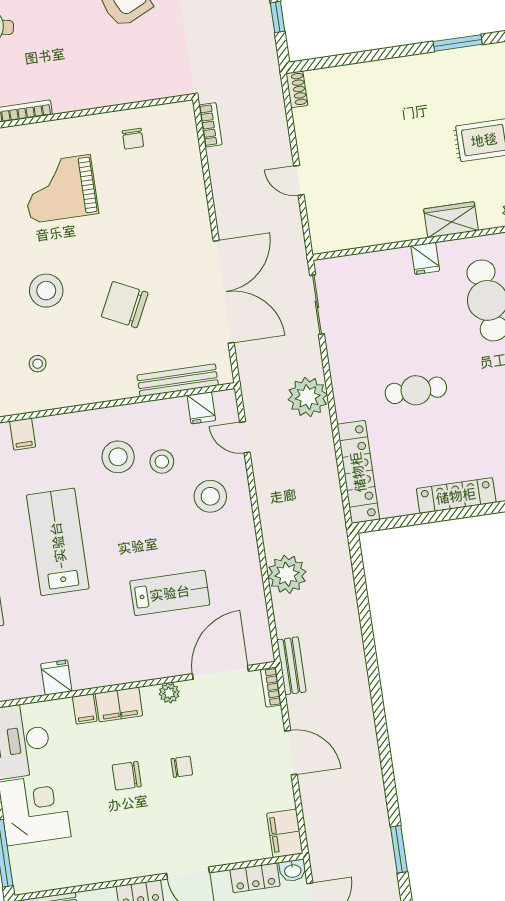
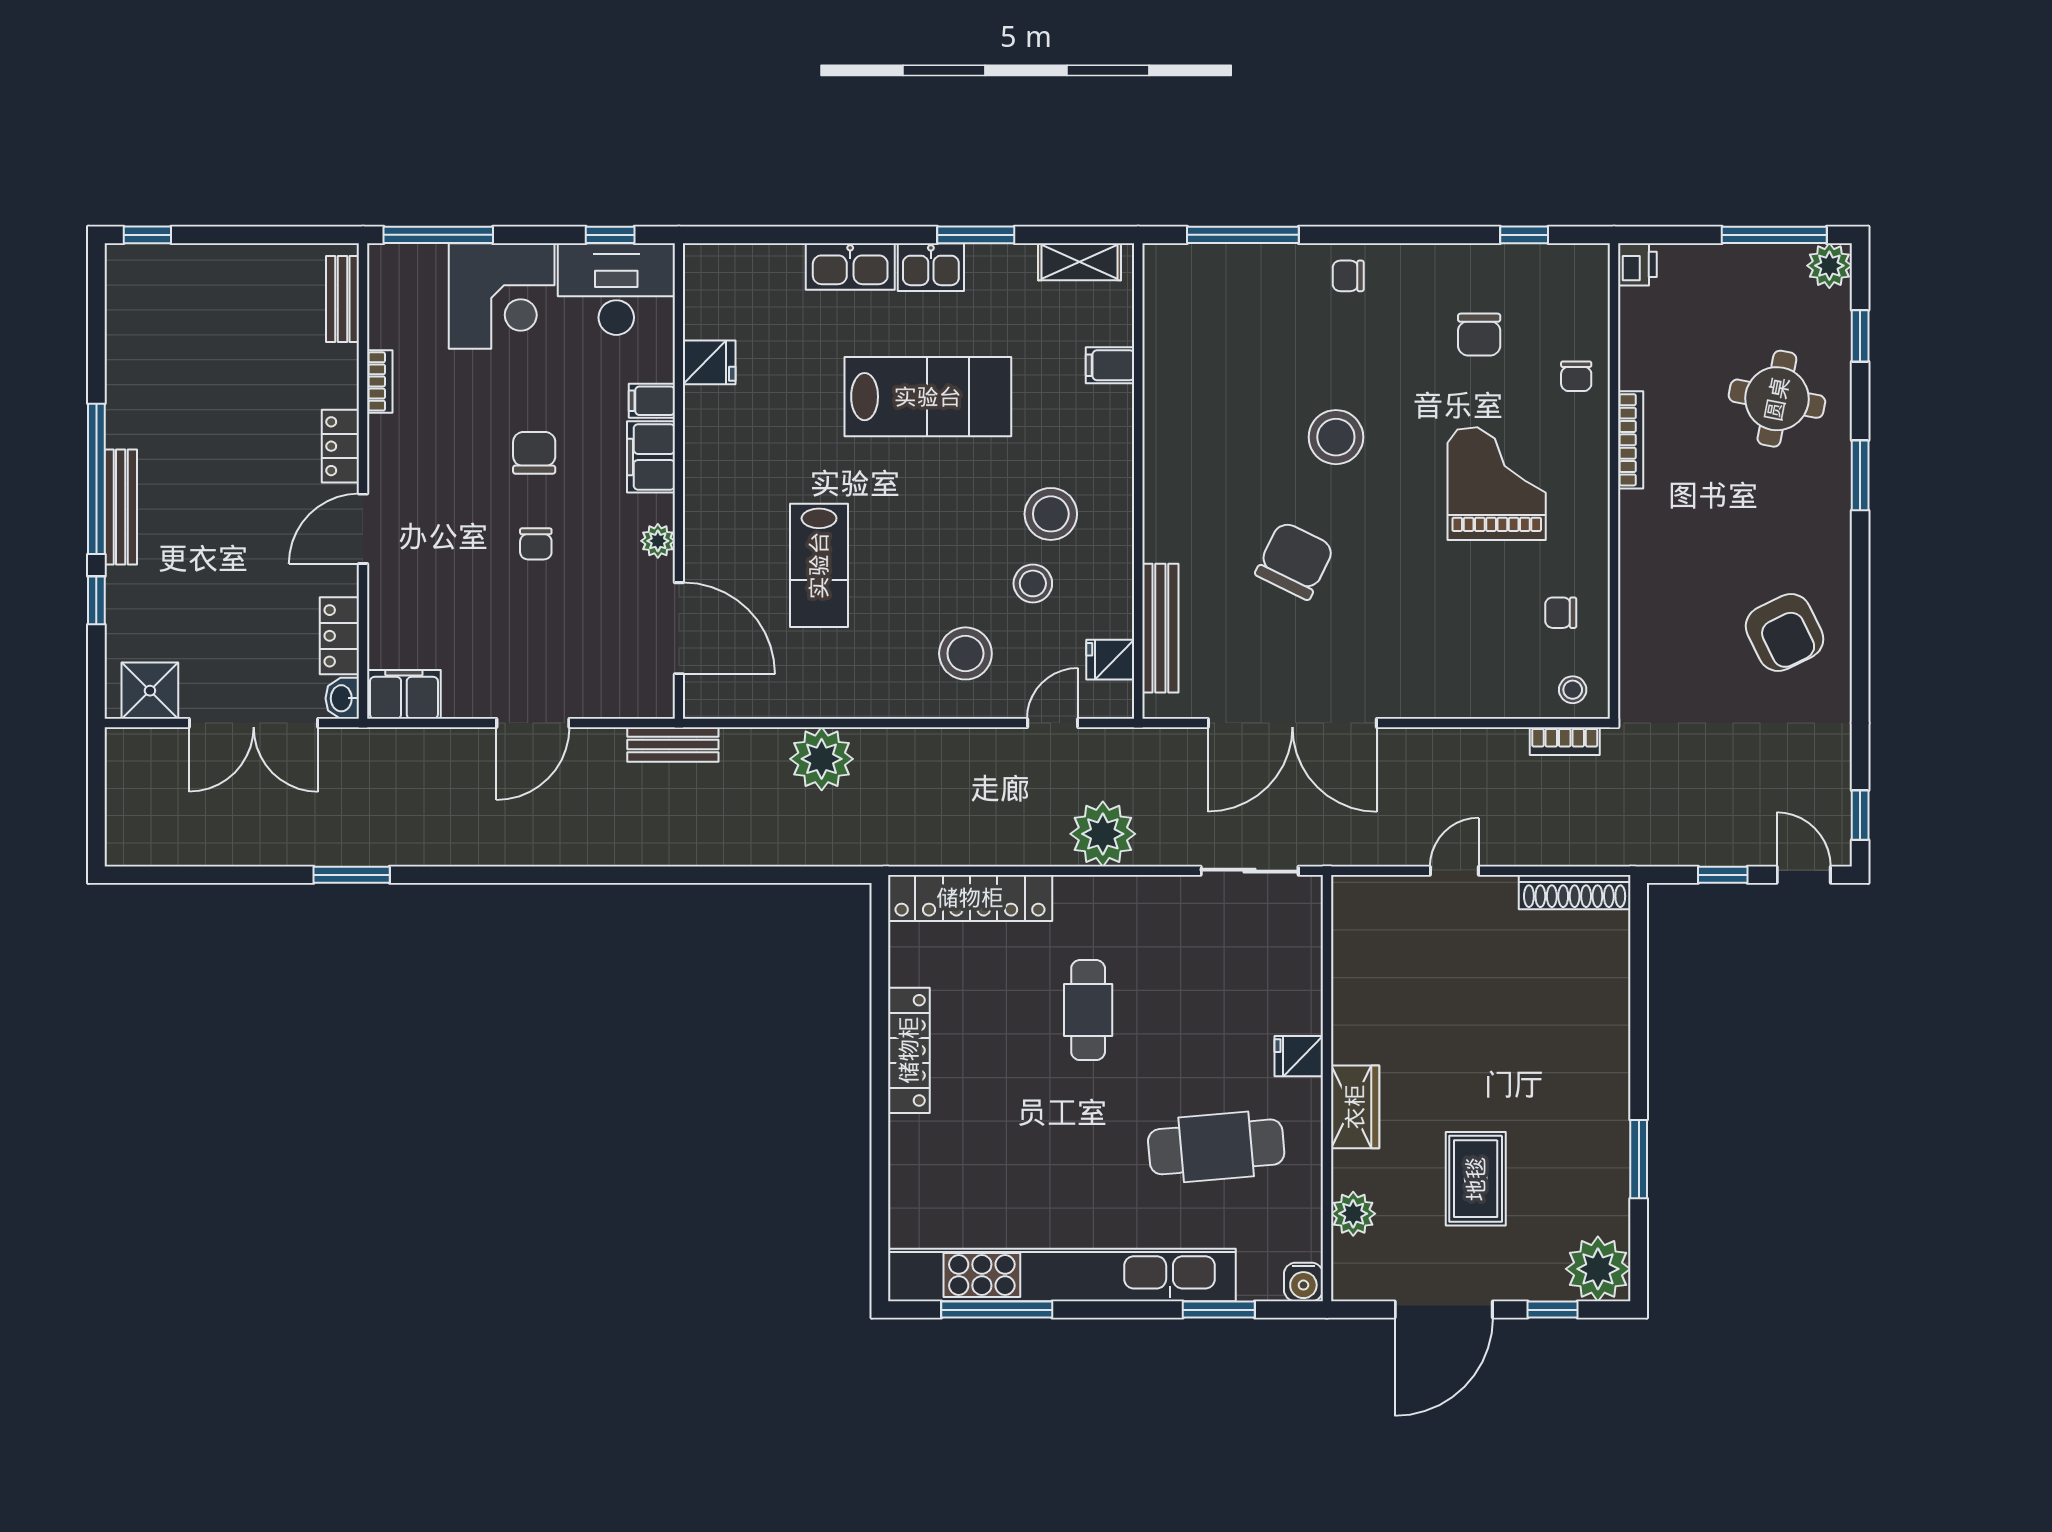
shoe rack: (297, 89) -> (1575, 892), width x1.94, depth x1.24
stool: (38, 364) -> (1573, 690), moved
bookcase: (271, 687) -> (380, 381), moved, turned 90

